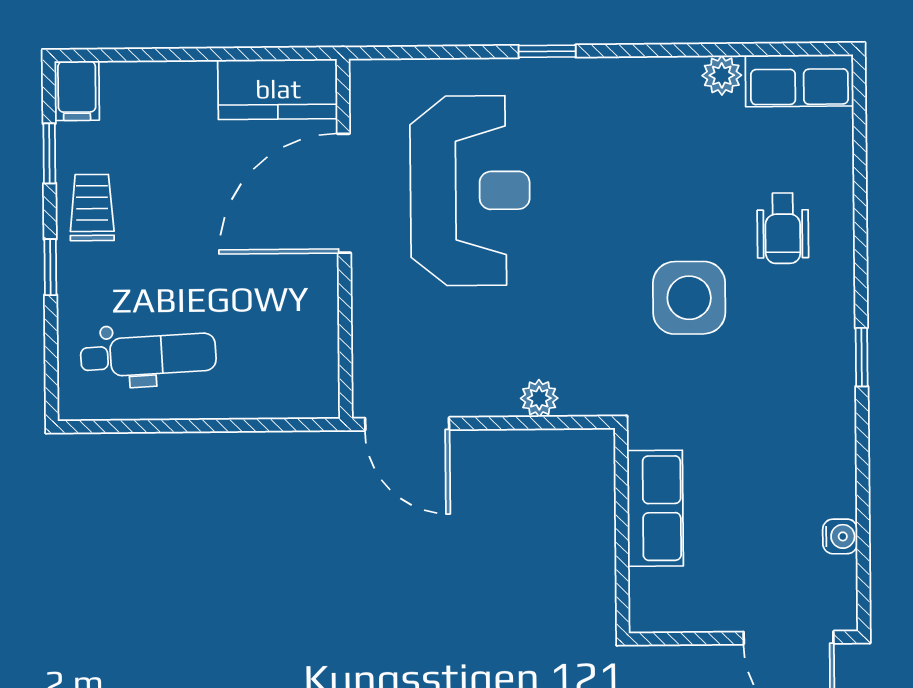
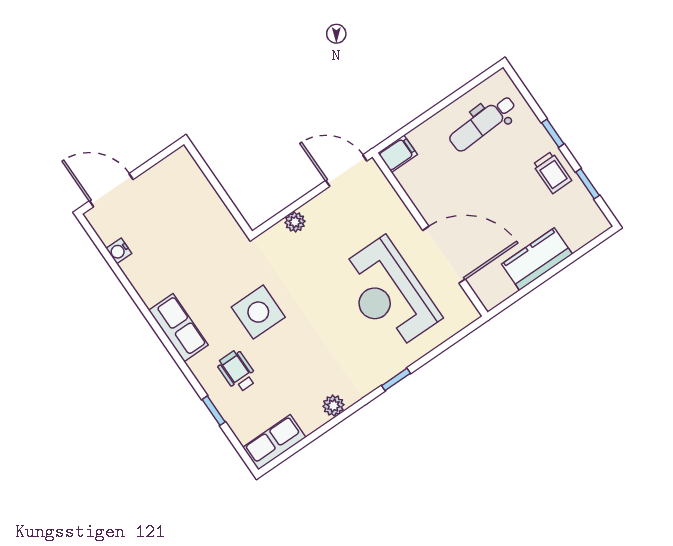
plant: (722, 75) -> (333, 406), moved
kitchen counter: (278, 89) -> (537, 259), moved
filing cabinet: (77, 91) -> (398, 154), moved, turned 90
door: (344, 193) -> (444, 255), hinge flipped
window: (862, 357) -> (214, 411), moved
row of seats: (655, 508) -> (178, 328), moved, turned 180

